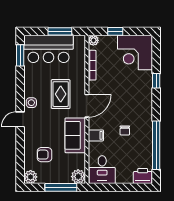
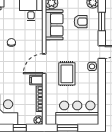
window: (20, 55) -> (102, 21), moved
sofa: (75, 135) -> (54, 25), moved
filing cabinet: (96, 135) -> (36, 80), moved

